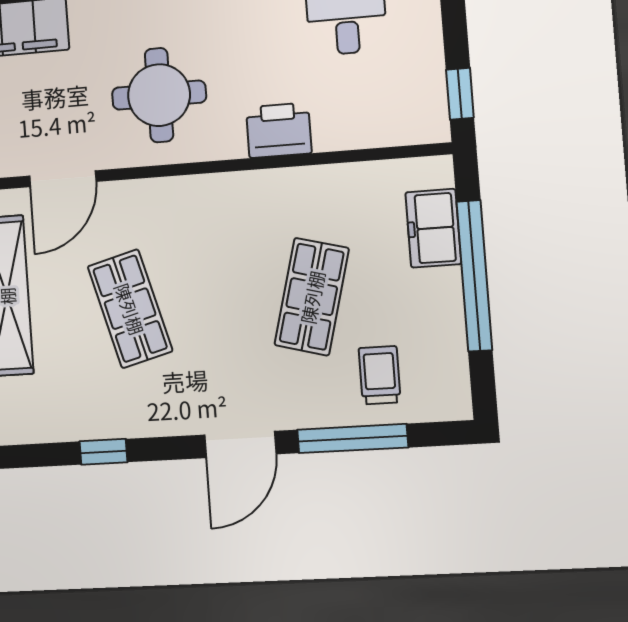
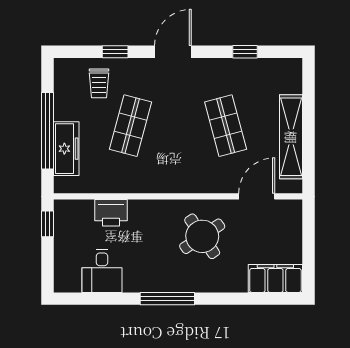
round table: (159, 95) -> (202, 236), turned -34
printer: (279, 130) -> (111, 213), moved
freezer: (433, 228) -> (66, 149), width x1.40
window: (353, 439) -> (115, 52), width x0.46

